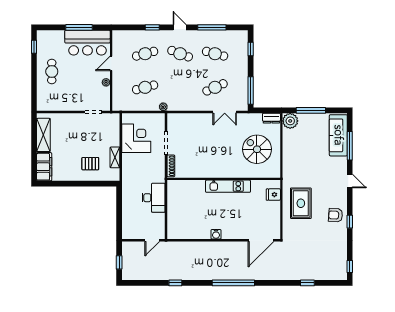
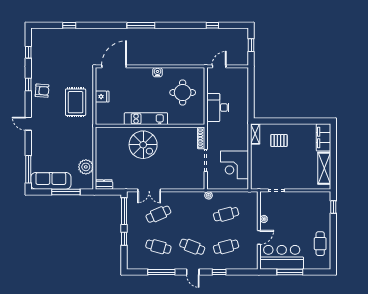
window: (34, 47) -> (333, 207), moved
window: (251, 49) -> (124, 239), moved
cafe table: (52, 71) -> (320, 244), moved
double door: (225, 112) -> (149, 190), swing flipped
plant: (290, 121) -> (86, 167), moved
sofa: (338, 135) -> (51, 181), moved, turned -90
window: (350, 146) -> (28, 169), moved
spiral stairs: (257, 149) -> (143, 145), moved
shelving: (115, 157) -> (255, 134), moved
fridge: (273, 195) -> (102, 97), moved
round table: (190, 213) -> (183, 93), added
window: (350, 267) -> (28, 52), moved
window: (175, 283) -> (212, 25), moved
window: (233, 283) -> (141, 25), width x0.68

